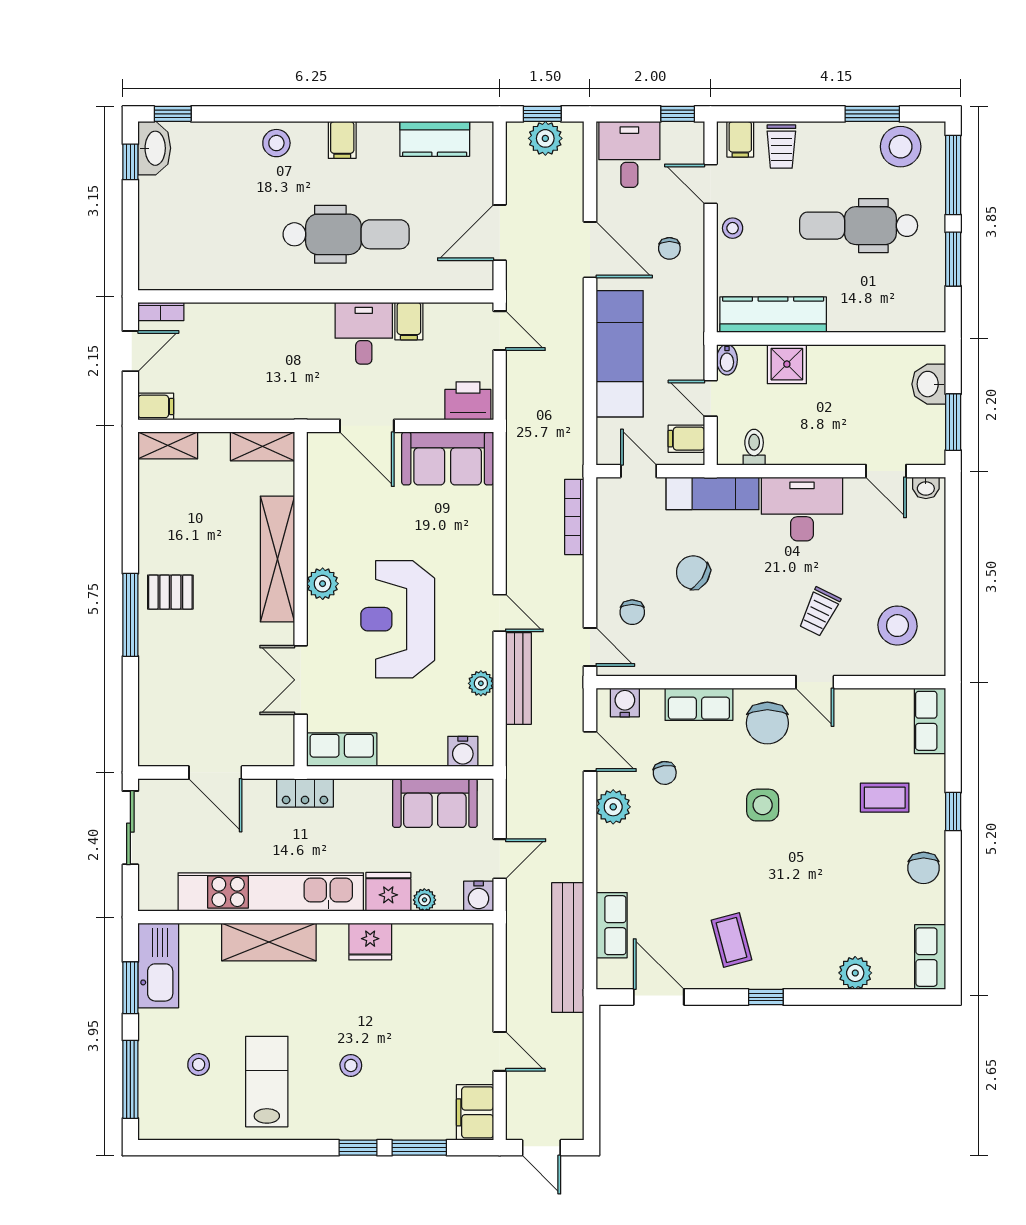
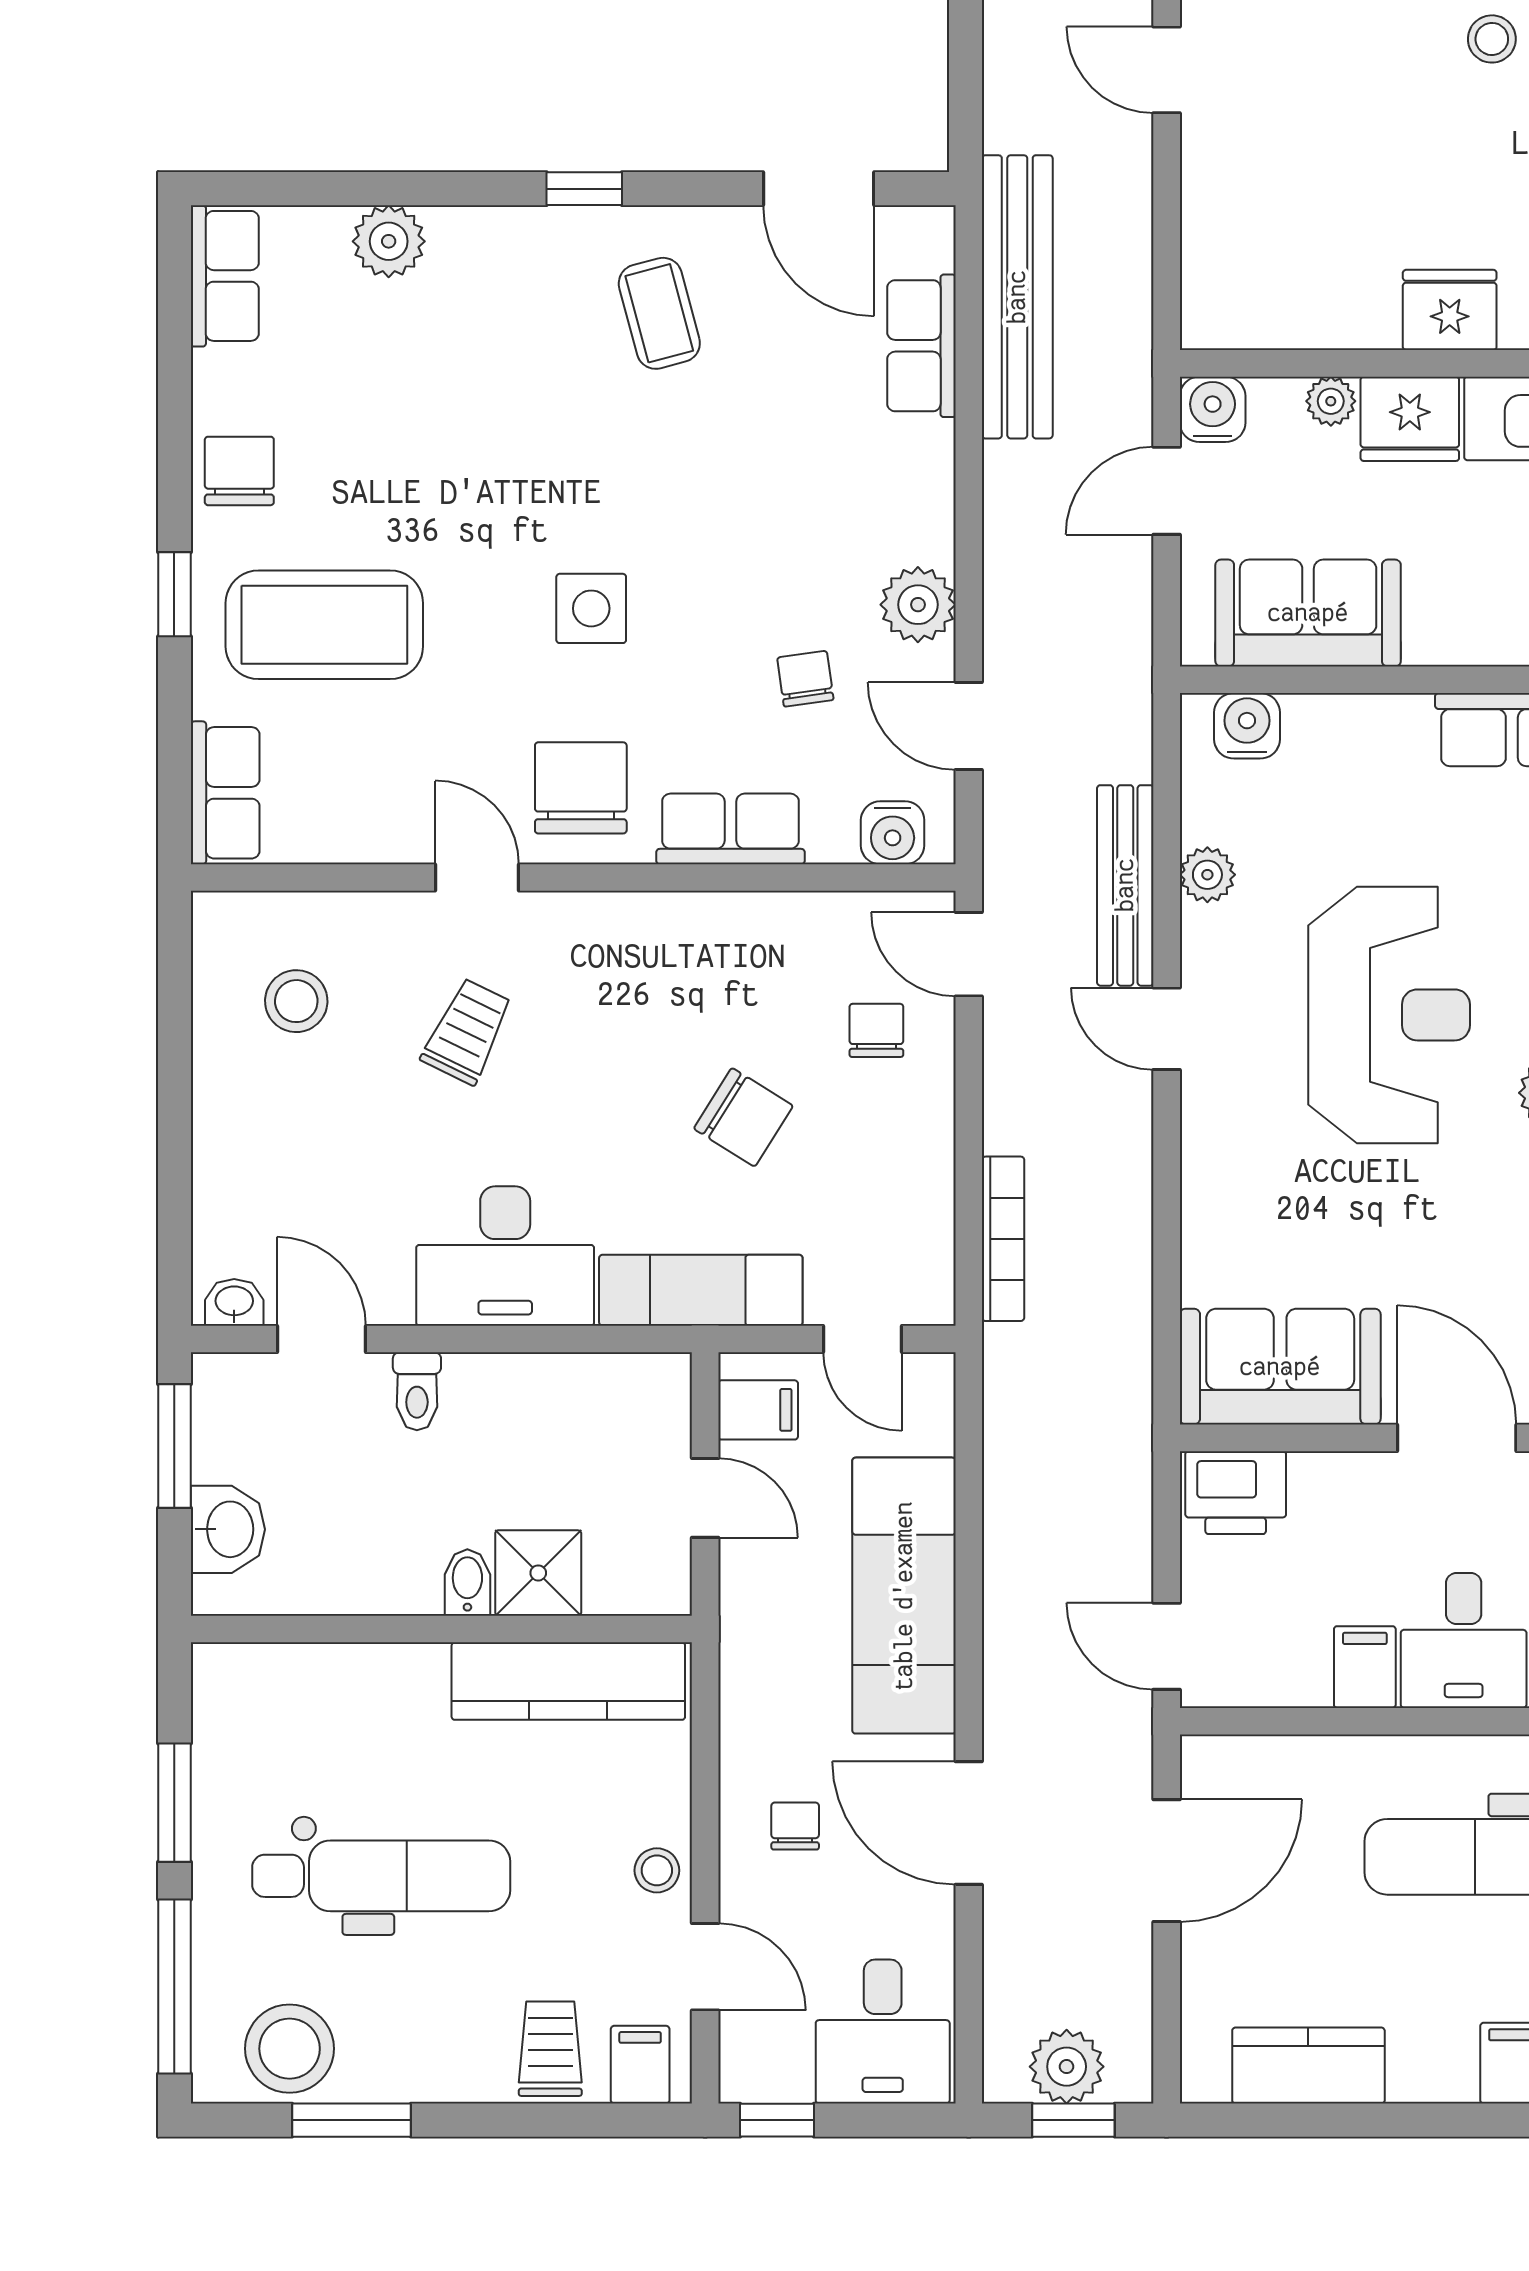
bidet: (727, 360) -> (467, 1582), moved
toilet: (754, 447) -> (417, 1391), moved
stool: (897, 626) -> (296, 1001), width x0.73, depth x0.73
coffee table: (885, 798) -> (324, 625), width x1.86, depth x1.72

